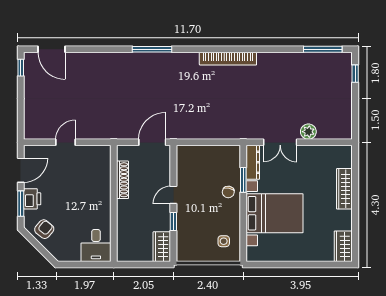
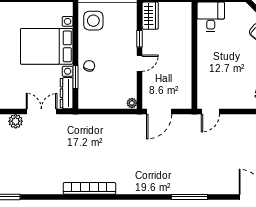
window: (152, 49) -> (189, 197), moved
door: (66, 142) -> (210, 111), moved
plant: (182, 152) -> (132, 103), added
shoe rack: (123, 180) -> (186, 77), removed
side table: (224, 241) -> (93, 21), width x1.87, depth x1.87

